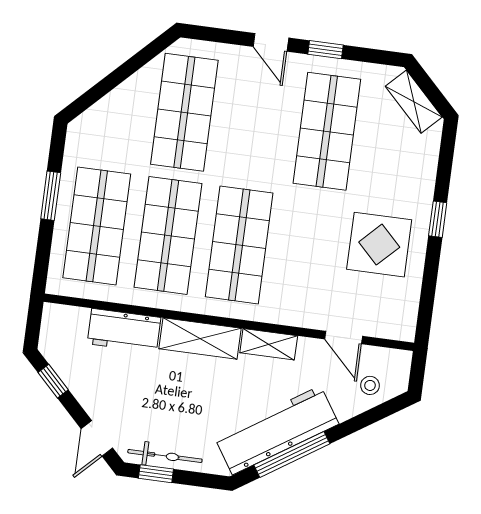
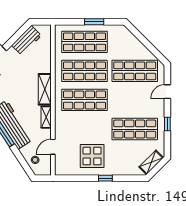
door: (271, 42) -> (167, 92), moved
workbench: (124, 331) -> (26, 40), moved, turned -135
window: (53, 381) -> (20, 33), removed

